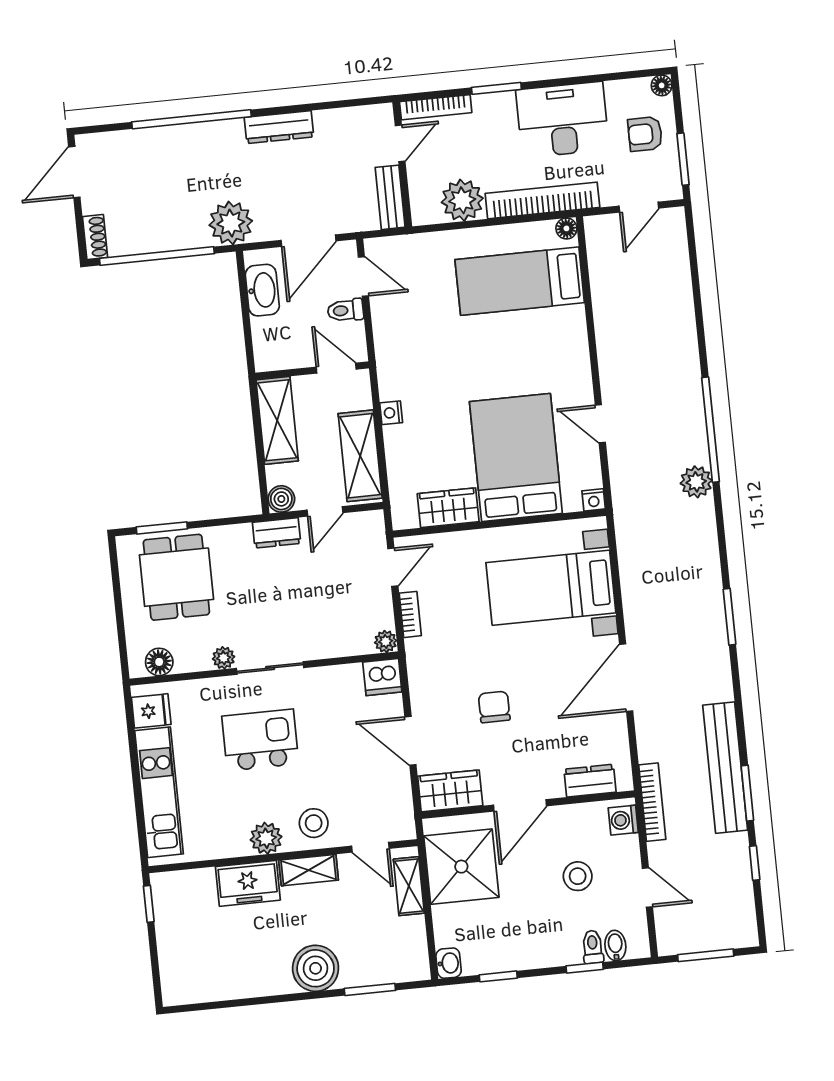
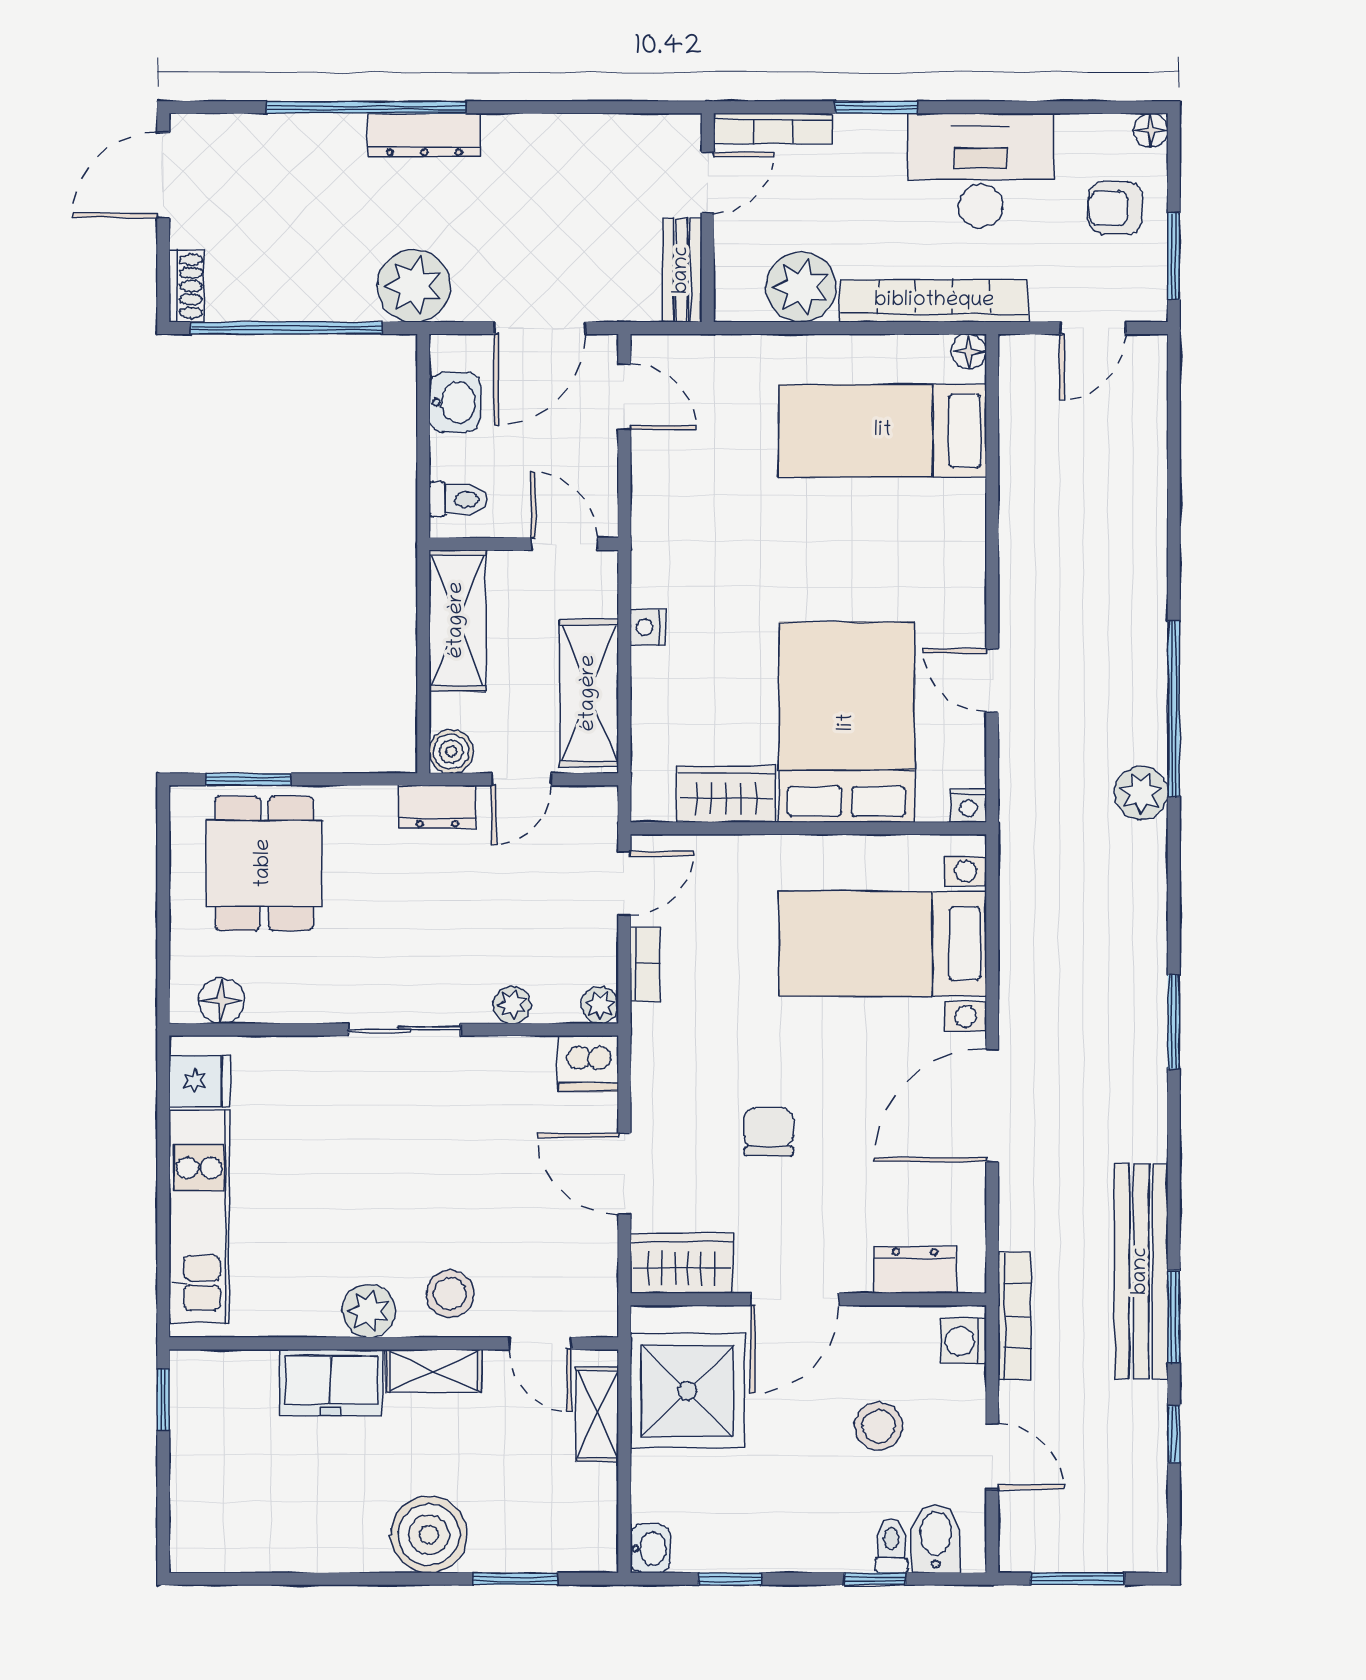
dresser: (279, 127) -> (424, 135), moved
washbasin: (262, 290) -> (455, 402), width x0.72
toilet: (345, 310) -> (458, 499), moved, turned 180
plant: (224, 658) -> (512, 1005), moved
kitchen island: (260, 740) -> (376, 1147), removed
bidet: (615, 946) -> (936, 1538), width x1.38, depth x1.36

